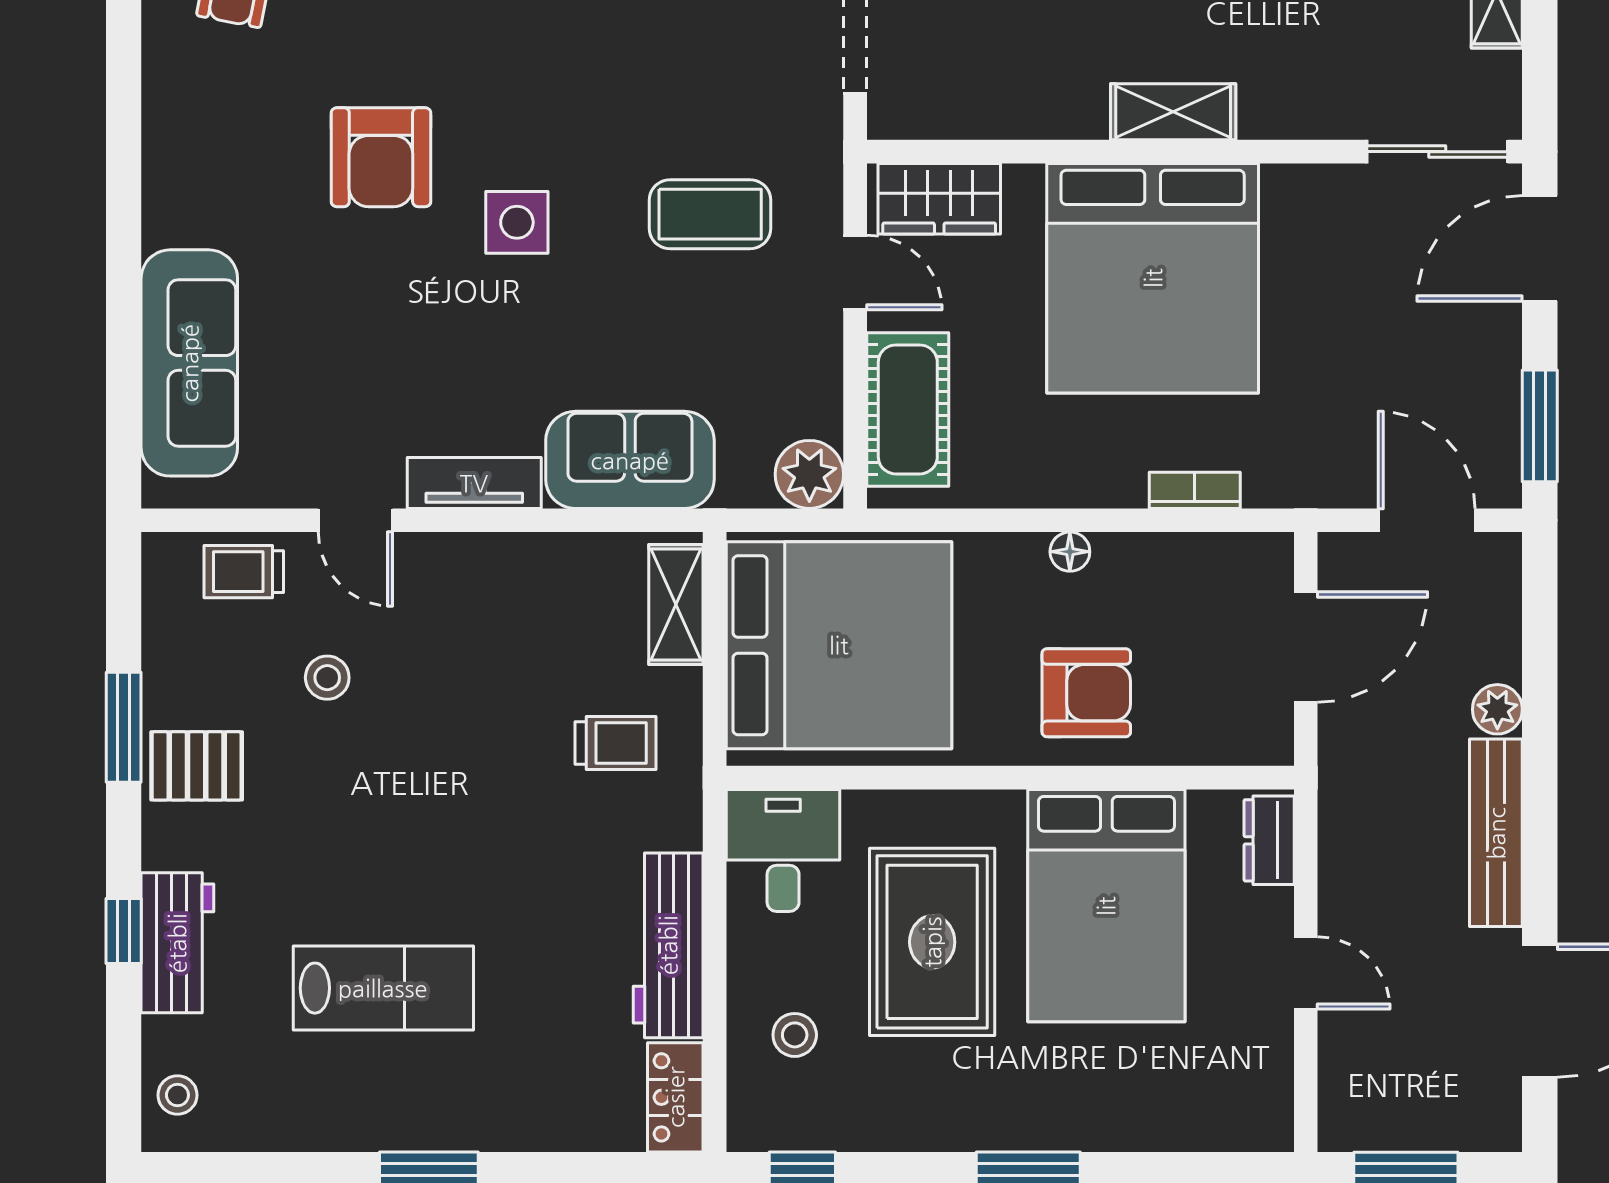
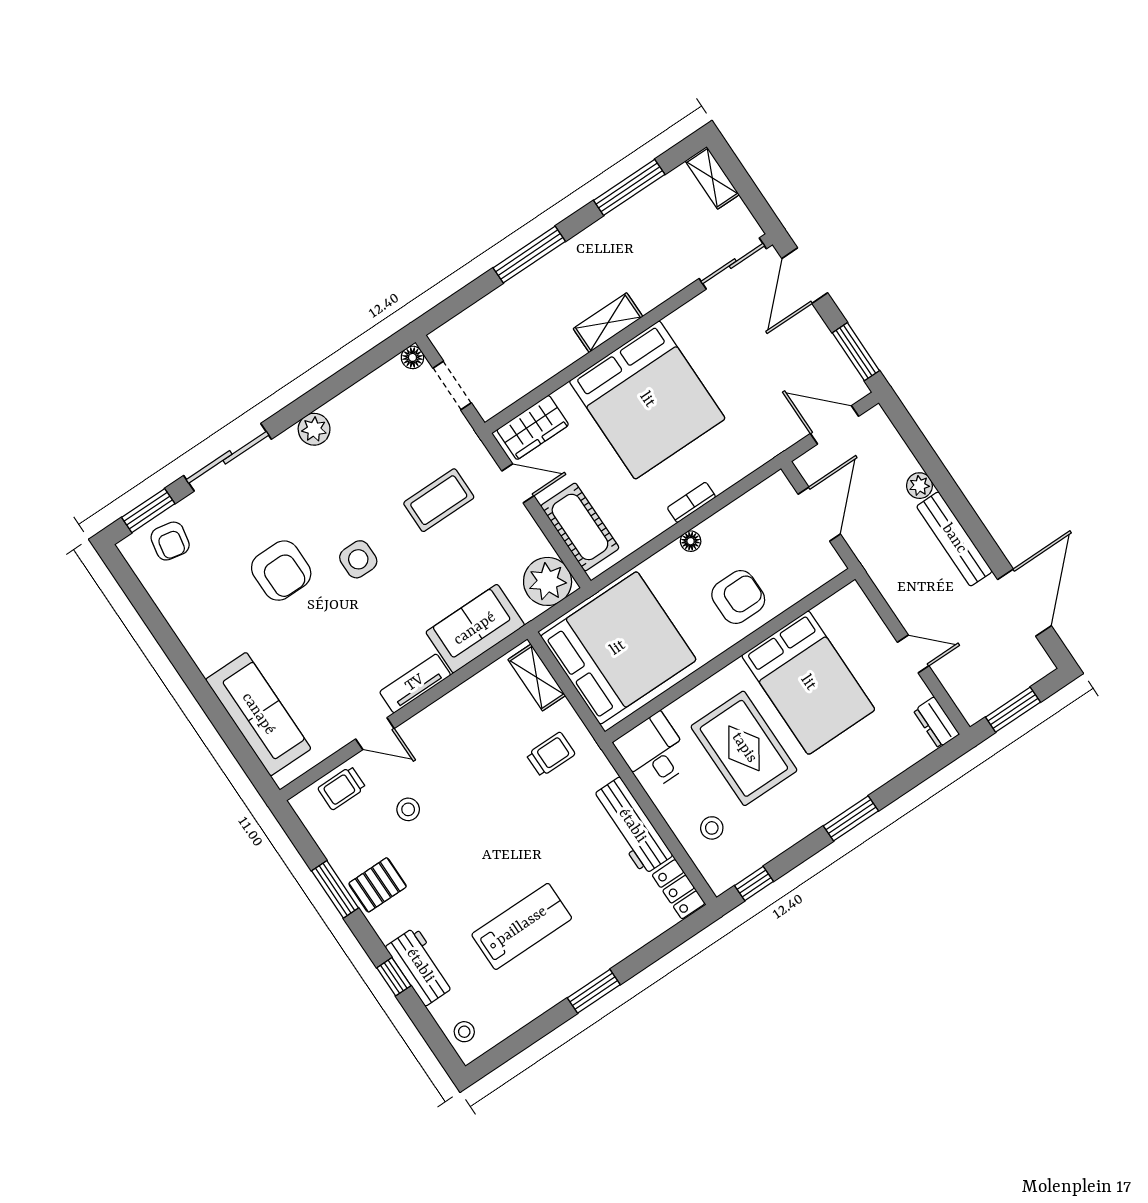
plant: (809, 474) -> (548, 581), width x1.36, depth x1.36
bookcase: (1195, 490) -> (691, 502), moved
dresser: (1269, 840) -> (936, 722), moved

